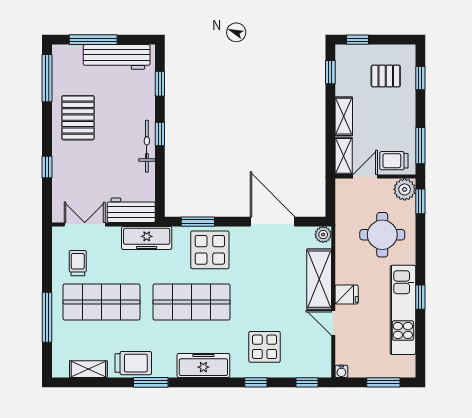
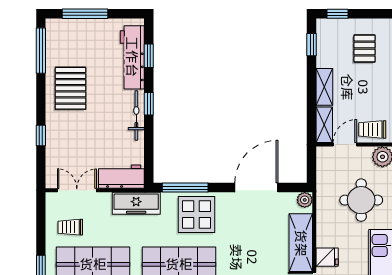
workbench: (117, 57) -> (132, 57), moved, turned 90
pallet: (386, 76) -> (364, 48), turned 90
window: (198, 222) -> (185, 188), width x1.44
door: (273, 222) -> (256, 188), hinge flipped
trolley: (78, 263) -> (70, 227), turned -90

